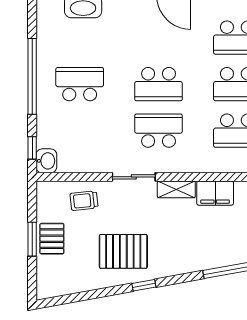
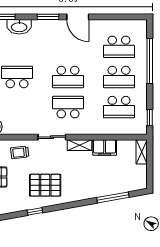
window: (144, 285) -> (35, 211), moved

